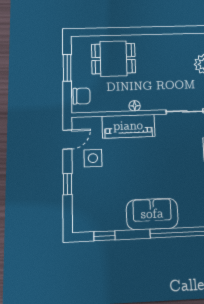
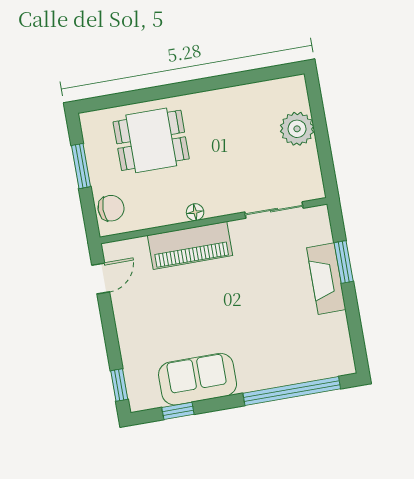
side table: (93, 158) -> (144, 301), removed
window: (68, 184) -> (119, 385), moved
sofa: (152, 214) -> (198, 379), moved

